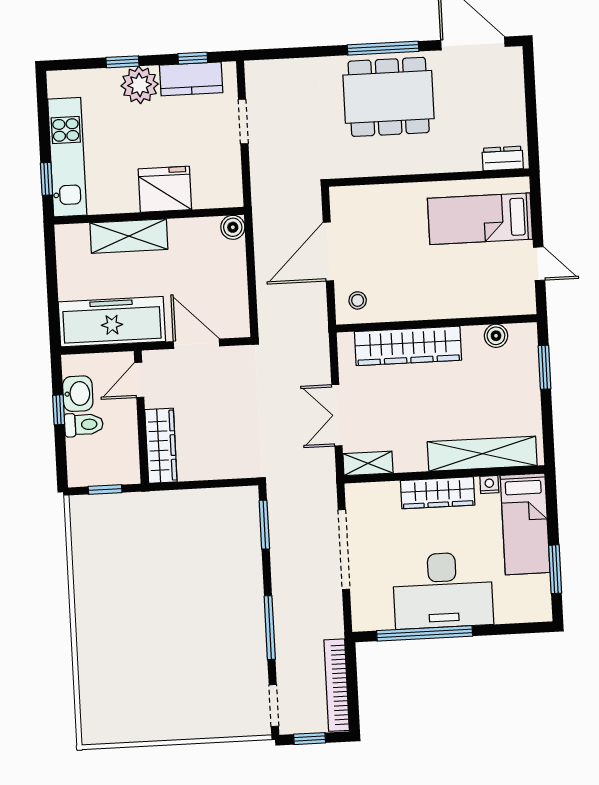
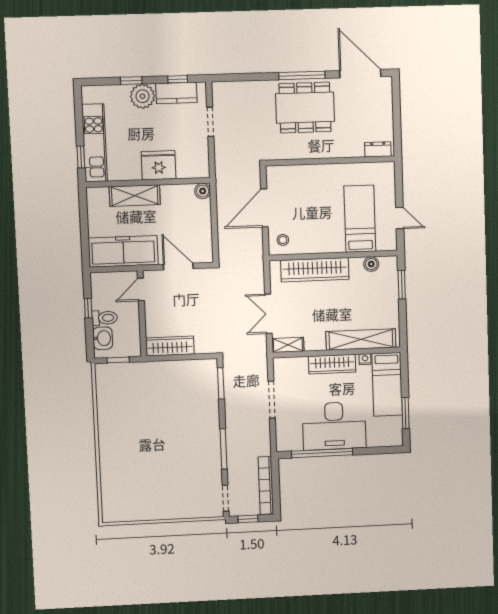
bed: (480, 219) -> (360, 219), moved, turned 90
washbasin: (78, 394) -> (103, 338), moved
wardrobe: (161, 446) -> (170, 346), moved, turned -90
doorway: (344, 550) -> (272, 400), width x0.73

